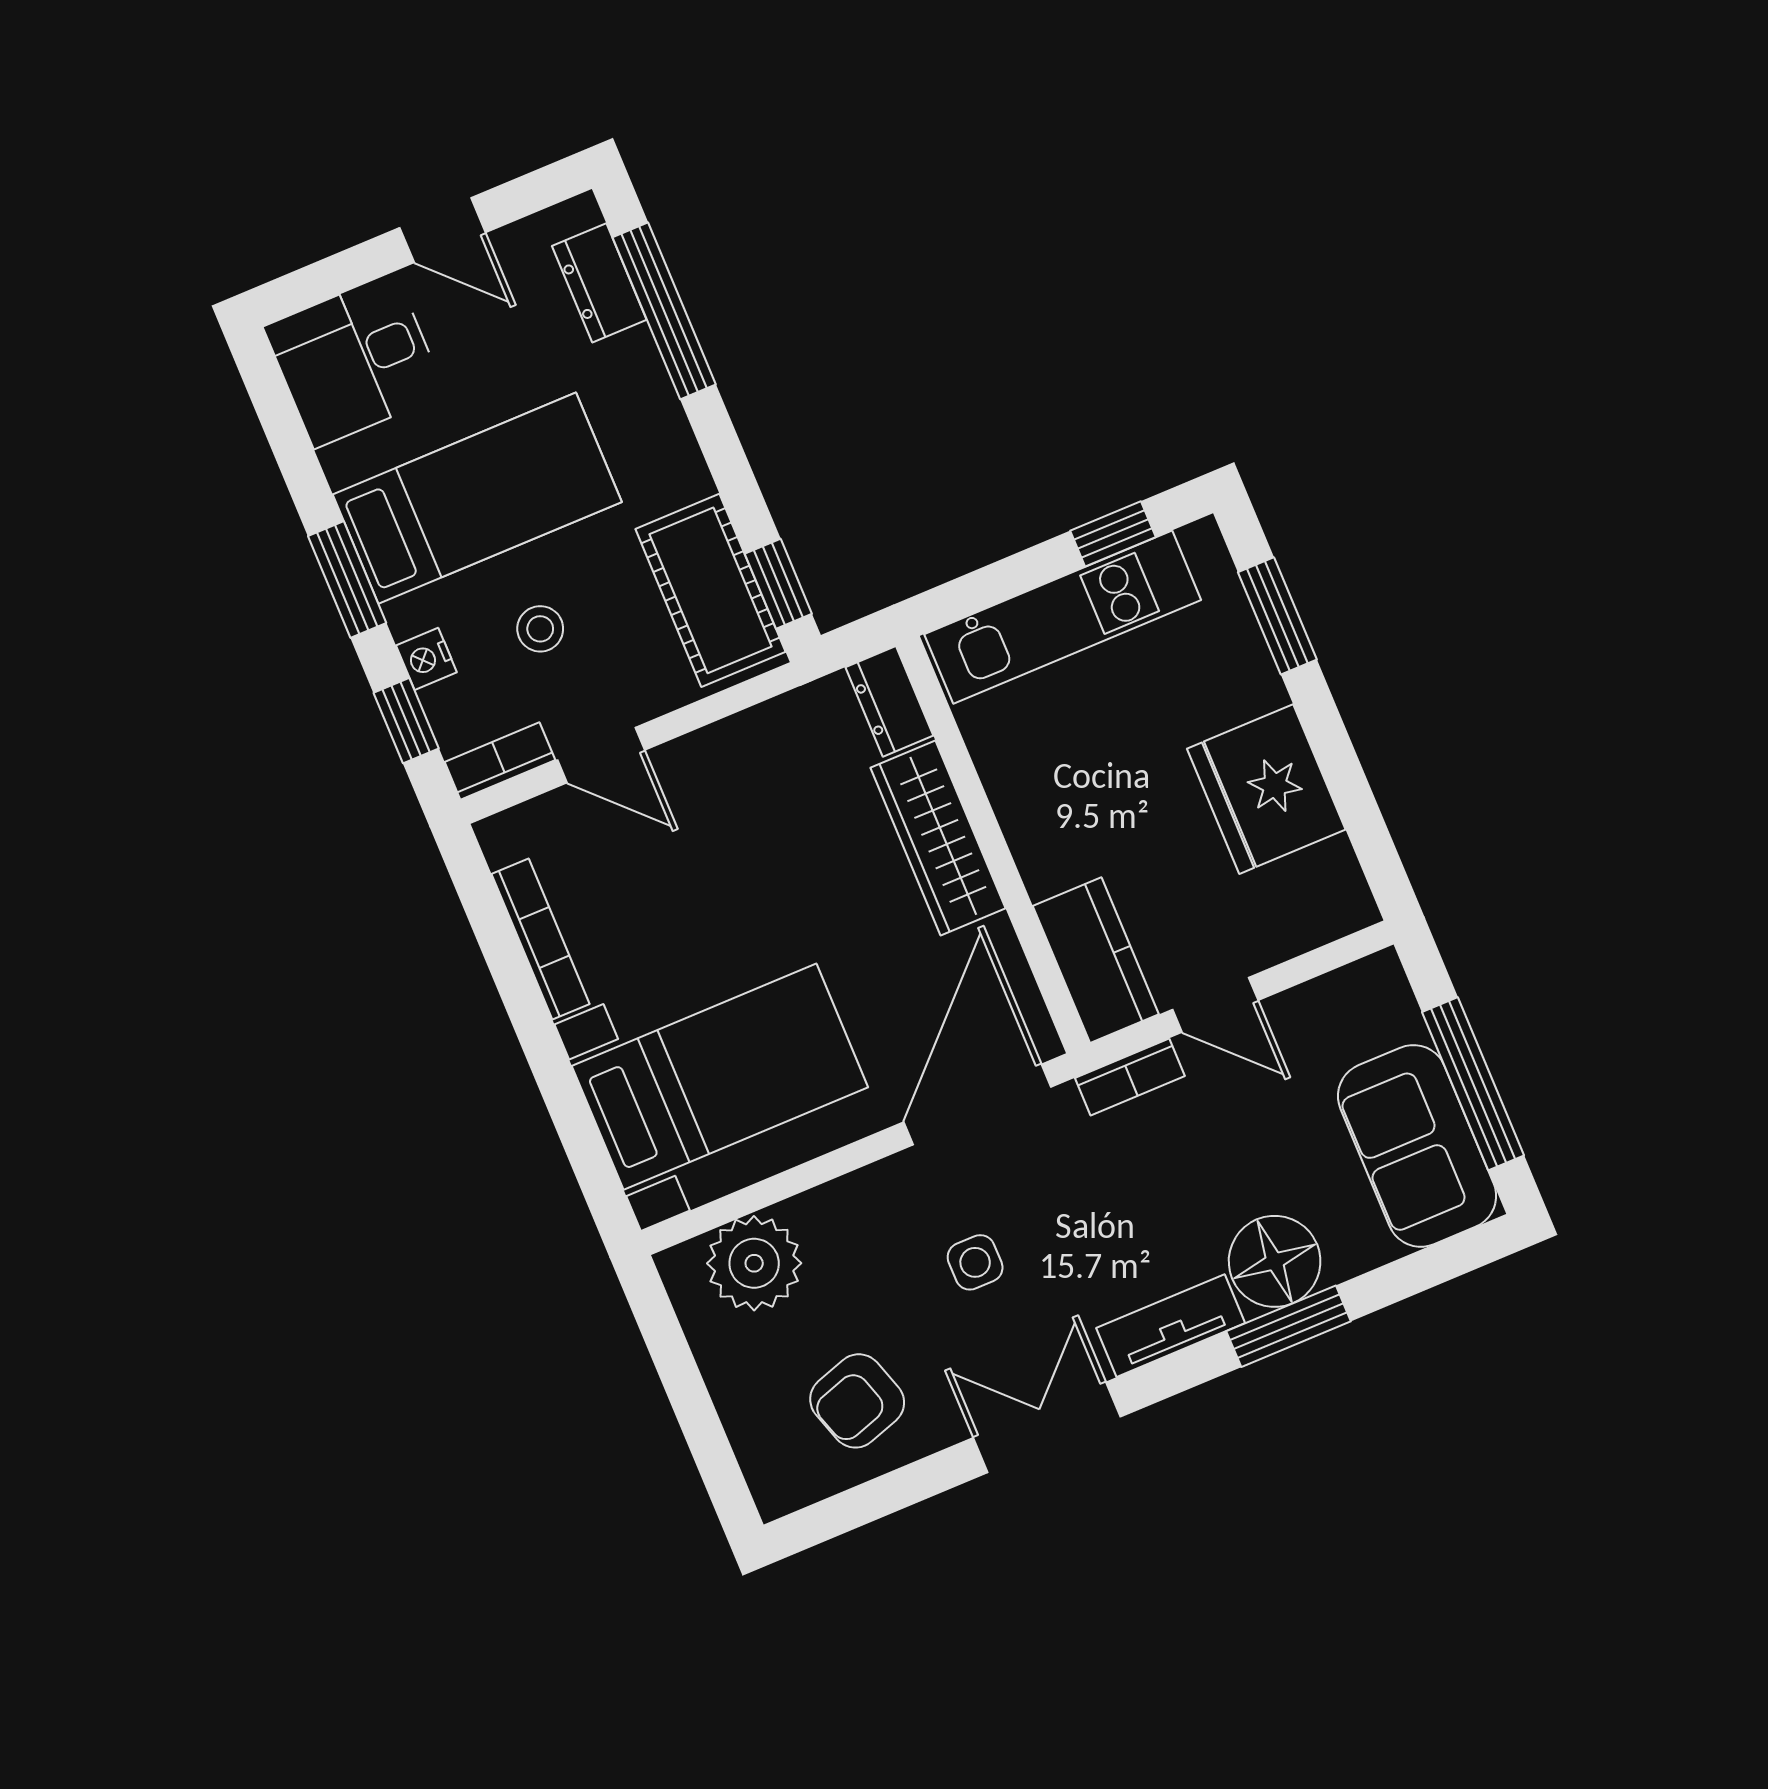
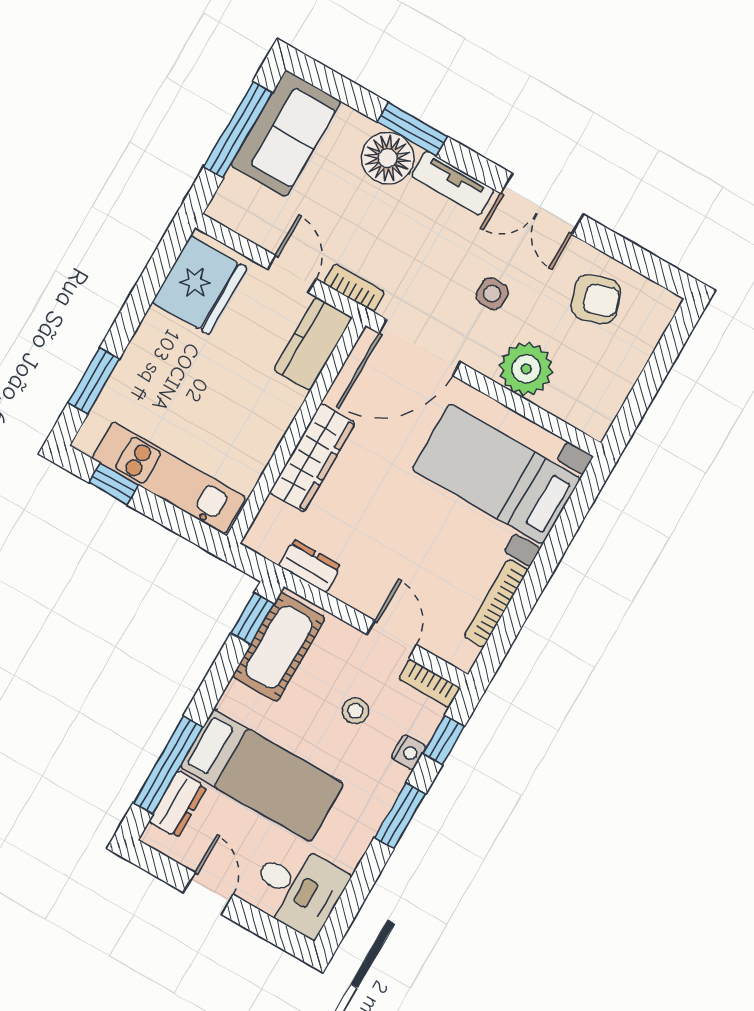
bed: (477, 498) -> (262, 775), moved, turned 180
dresser: (889, 701) -> (310, 566), moved, turned -90
fridge: (1266, 789) -> (200, 285), moved
plant: (754, 1263) -> (526, 369), moved

